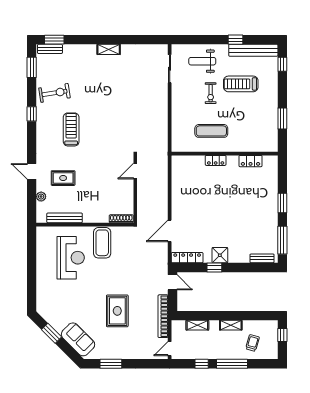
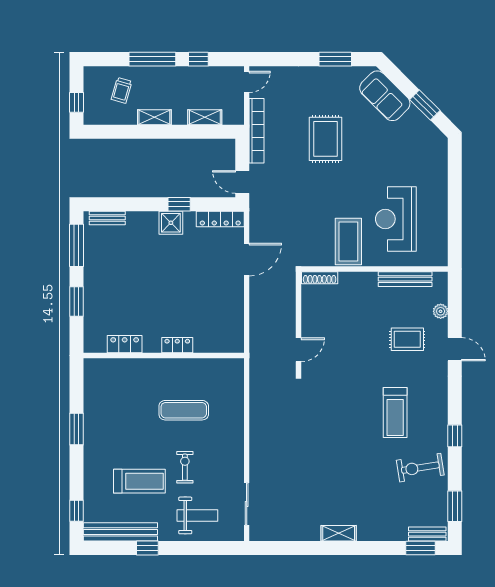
wall: (225, 154) -> (164, 355), moved
locker: (216, 160) -> (177, 345), moved
locker: (250, 161) -> (125, 344), moved

